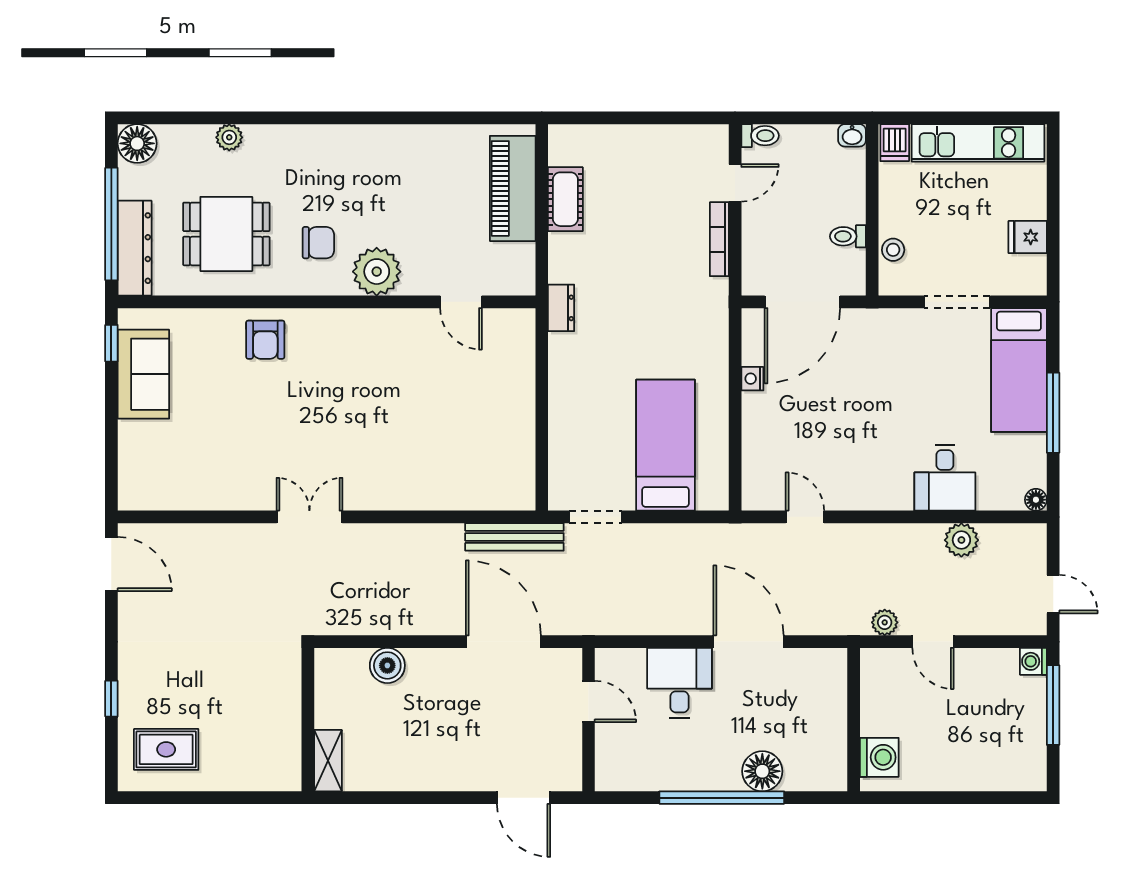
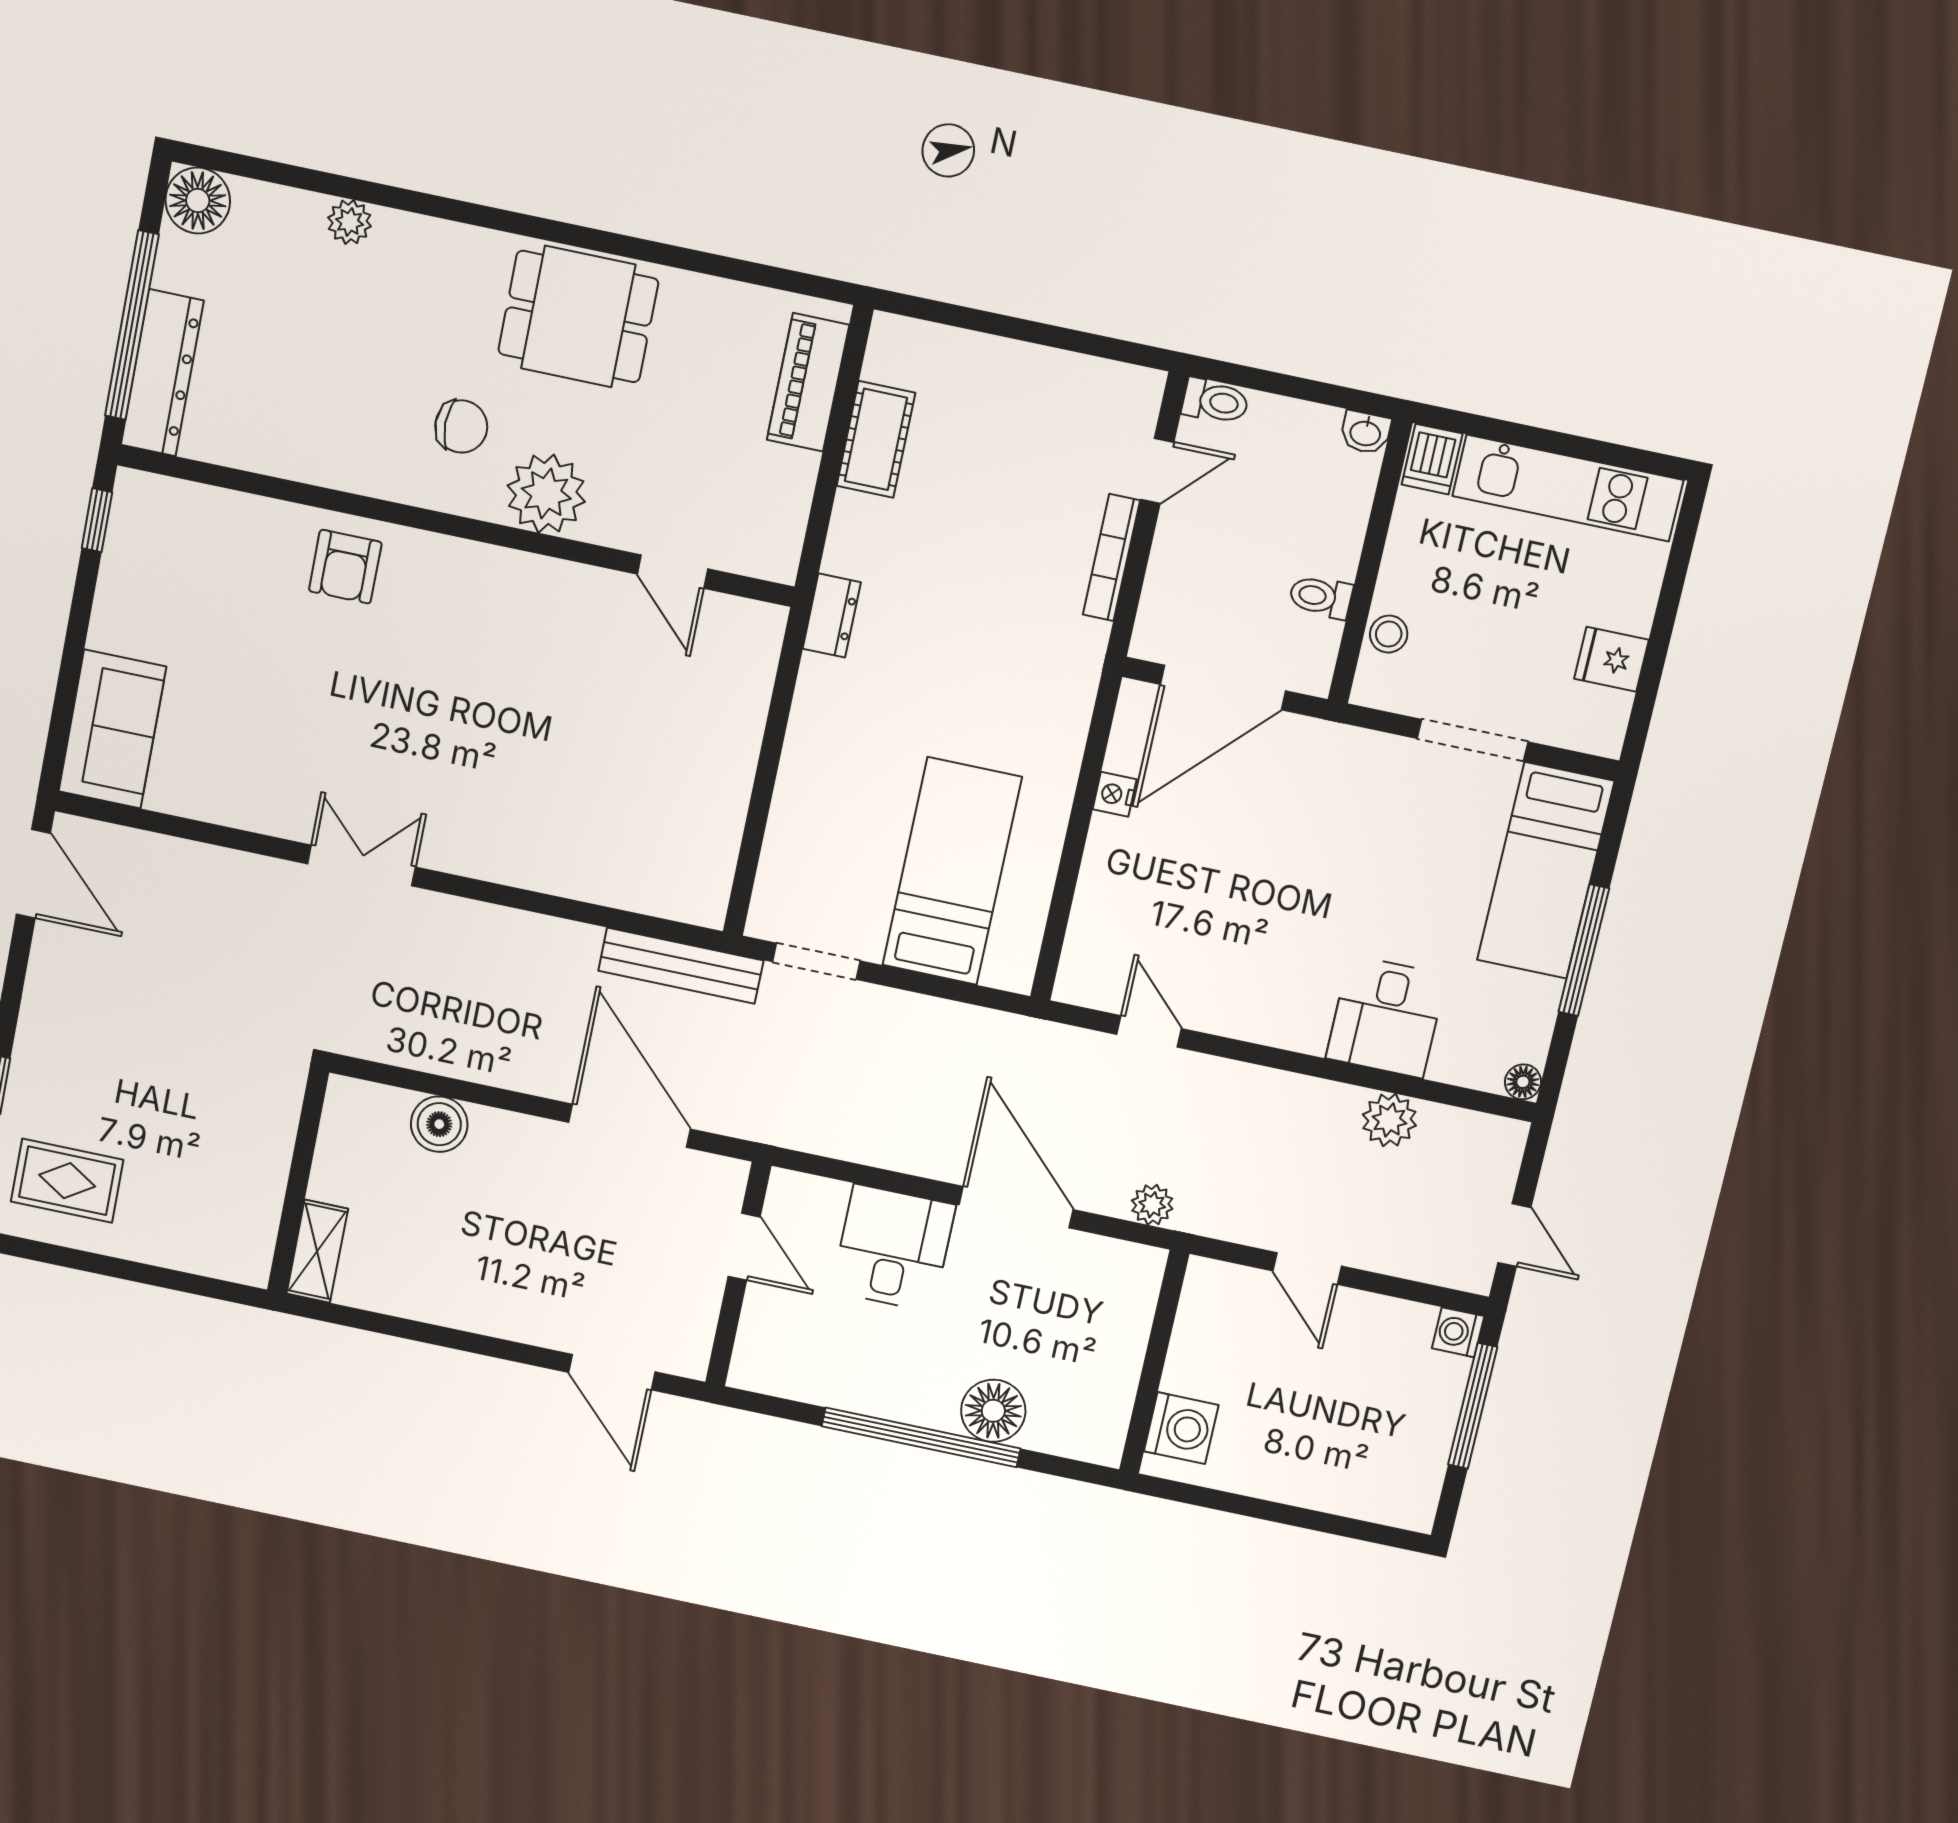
piano: (513, 188) -> (808, 382), width x0.73, depth x0.75
dining table: (226, 234) -> (578, 317), moved
sofa: (143, 374) -> (112, 729), moved
plant: (885, 622) -> (1152, 1205), moved

